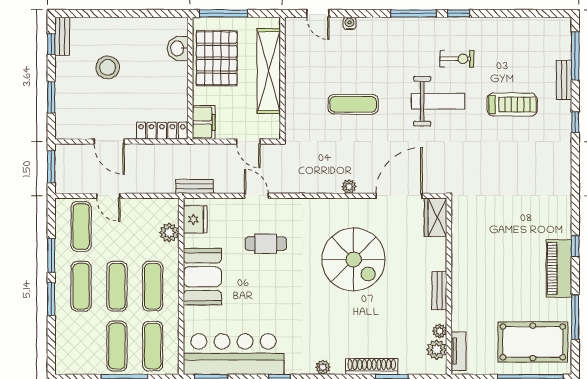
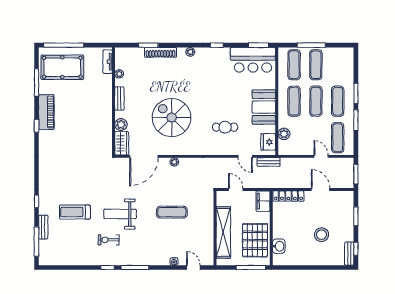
door: (256, 196) -> (245, 156), moved
plant: (437, 350) -> (121, 125), moved
bar counter: (234, 354) -> (253, 60), width x0.73

